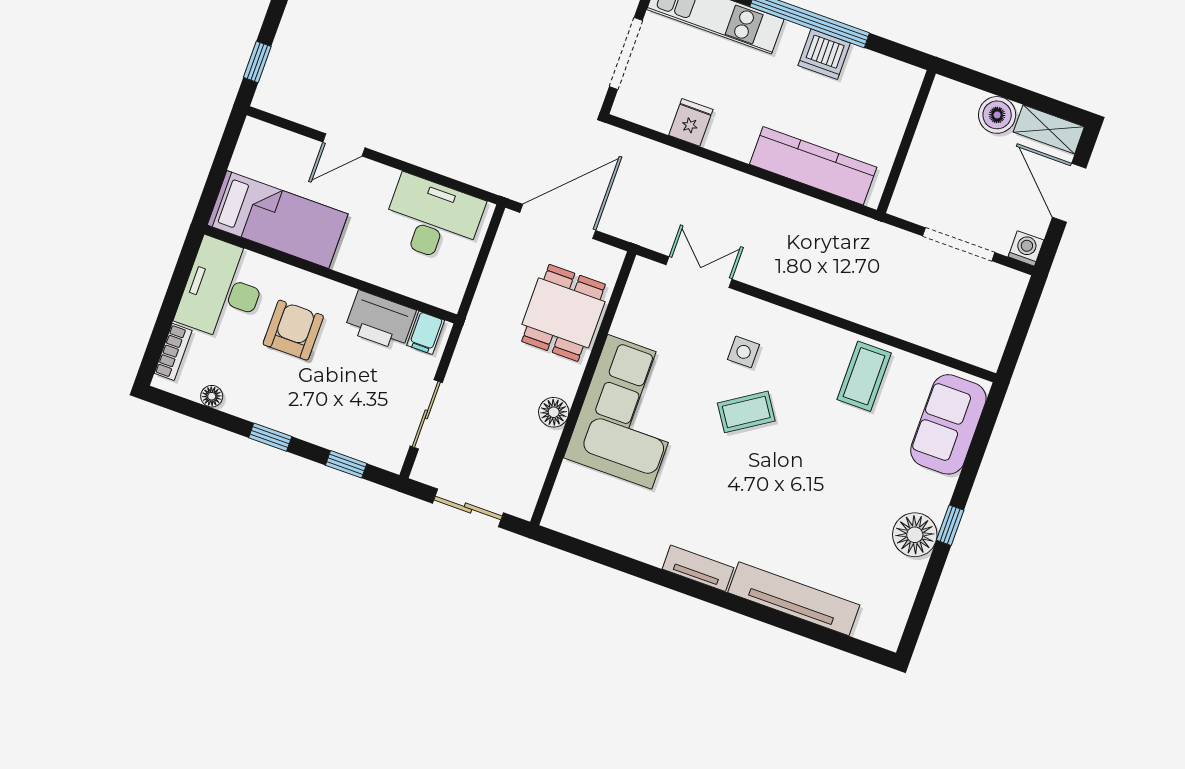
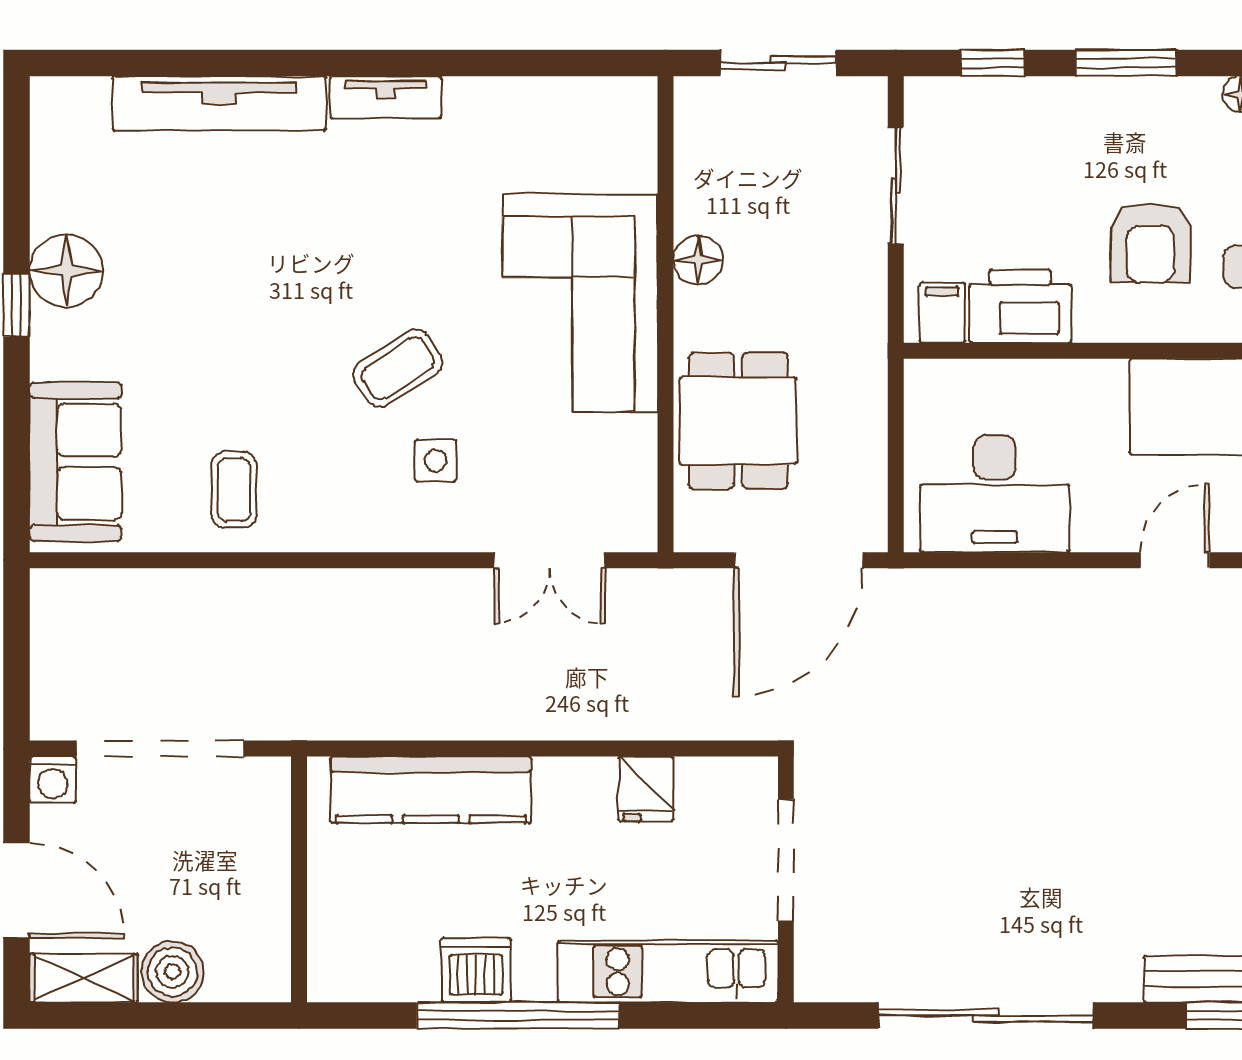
doorway: (959, 244) -> (160, 749), width x1.36
coffee table: (864, 376) -> (234, 490), width x0.73, depth x0.77
window: (270, 437) -> (1127, 63), width x1.50

